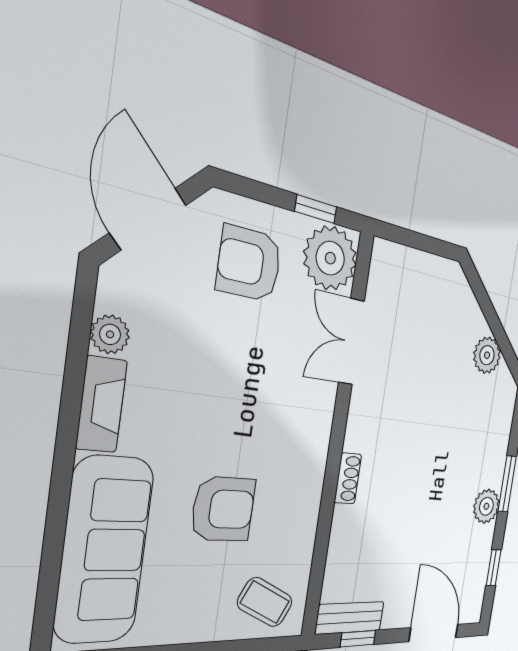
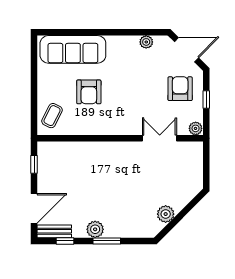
window: (316, 209) -> (206, 100), moved
plant: (330, 258) -> (196, 128), width x0.53, depth x0.53
fireplace: (102, 404) -> (123, 42), removed
shoe rack: (348, 478) -> (104, 146), removed
bench: (350, 618) -> (54, 231), moved, turned 90

